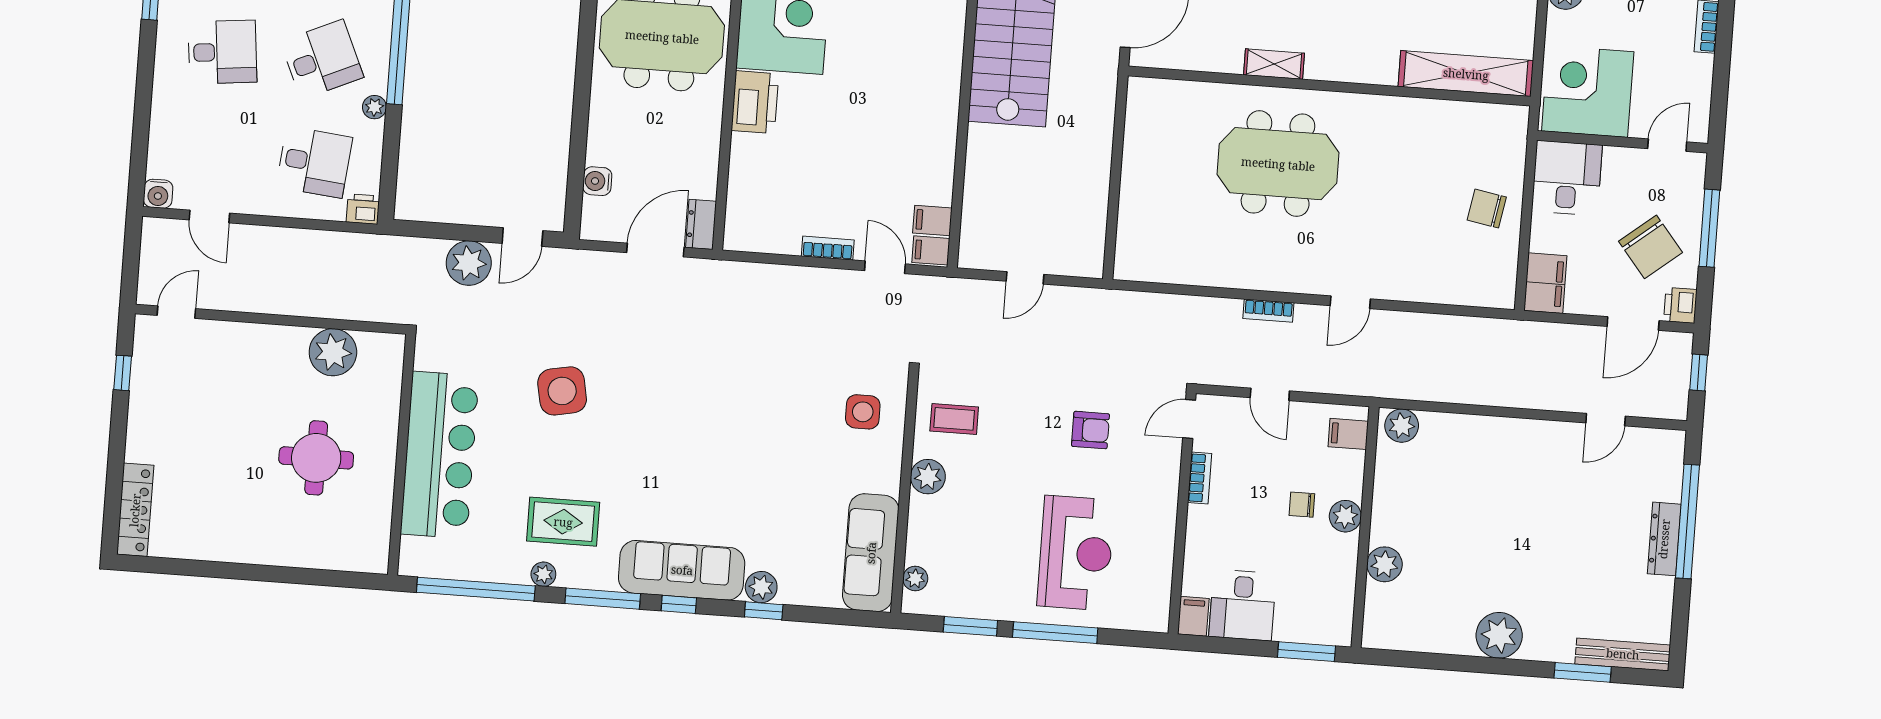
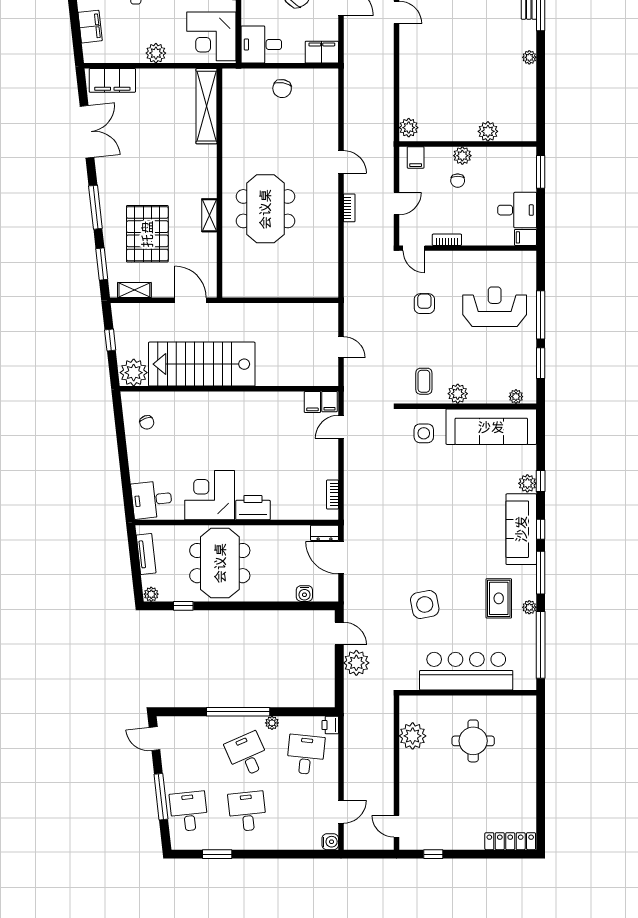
bookcase: (828, 248) -> (333, 495), moved
sofa: (871, 553) -> (491, 427), width x1.36, depth x1.27
plant: (1499, 635) -> (529, 57), width x0.53, depth x0.53

